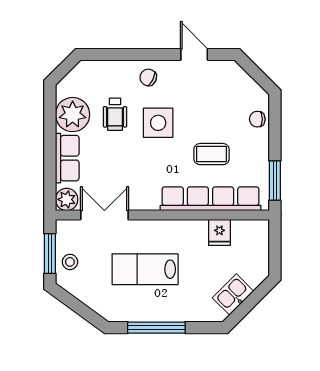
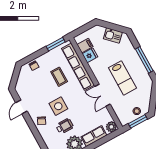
double door: (104, 215) -> (103, 95), moved
filing cabinet: (242, 233) -> (85, 46), added

